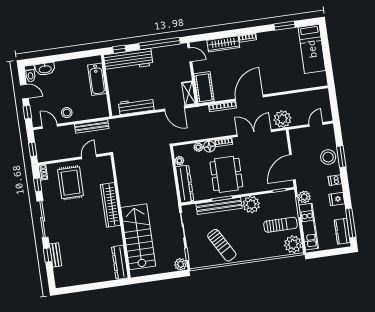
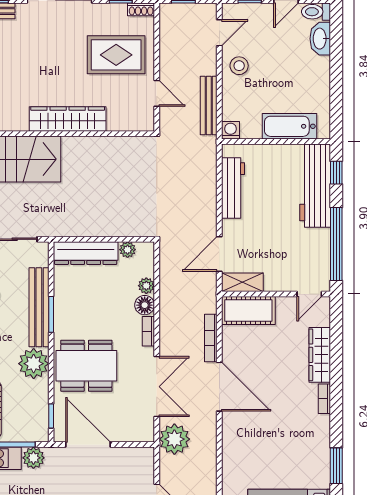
washing machine: (104, 112) -> (230, 130), added
dining table: (226, 174) -> (86, 366), moved

